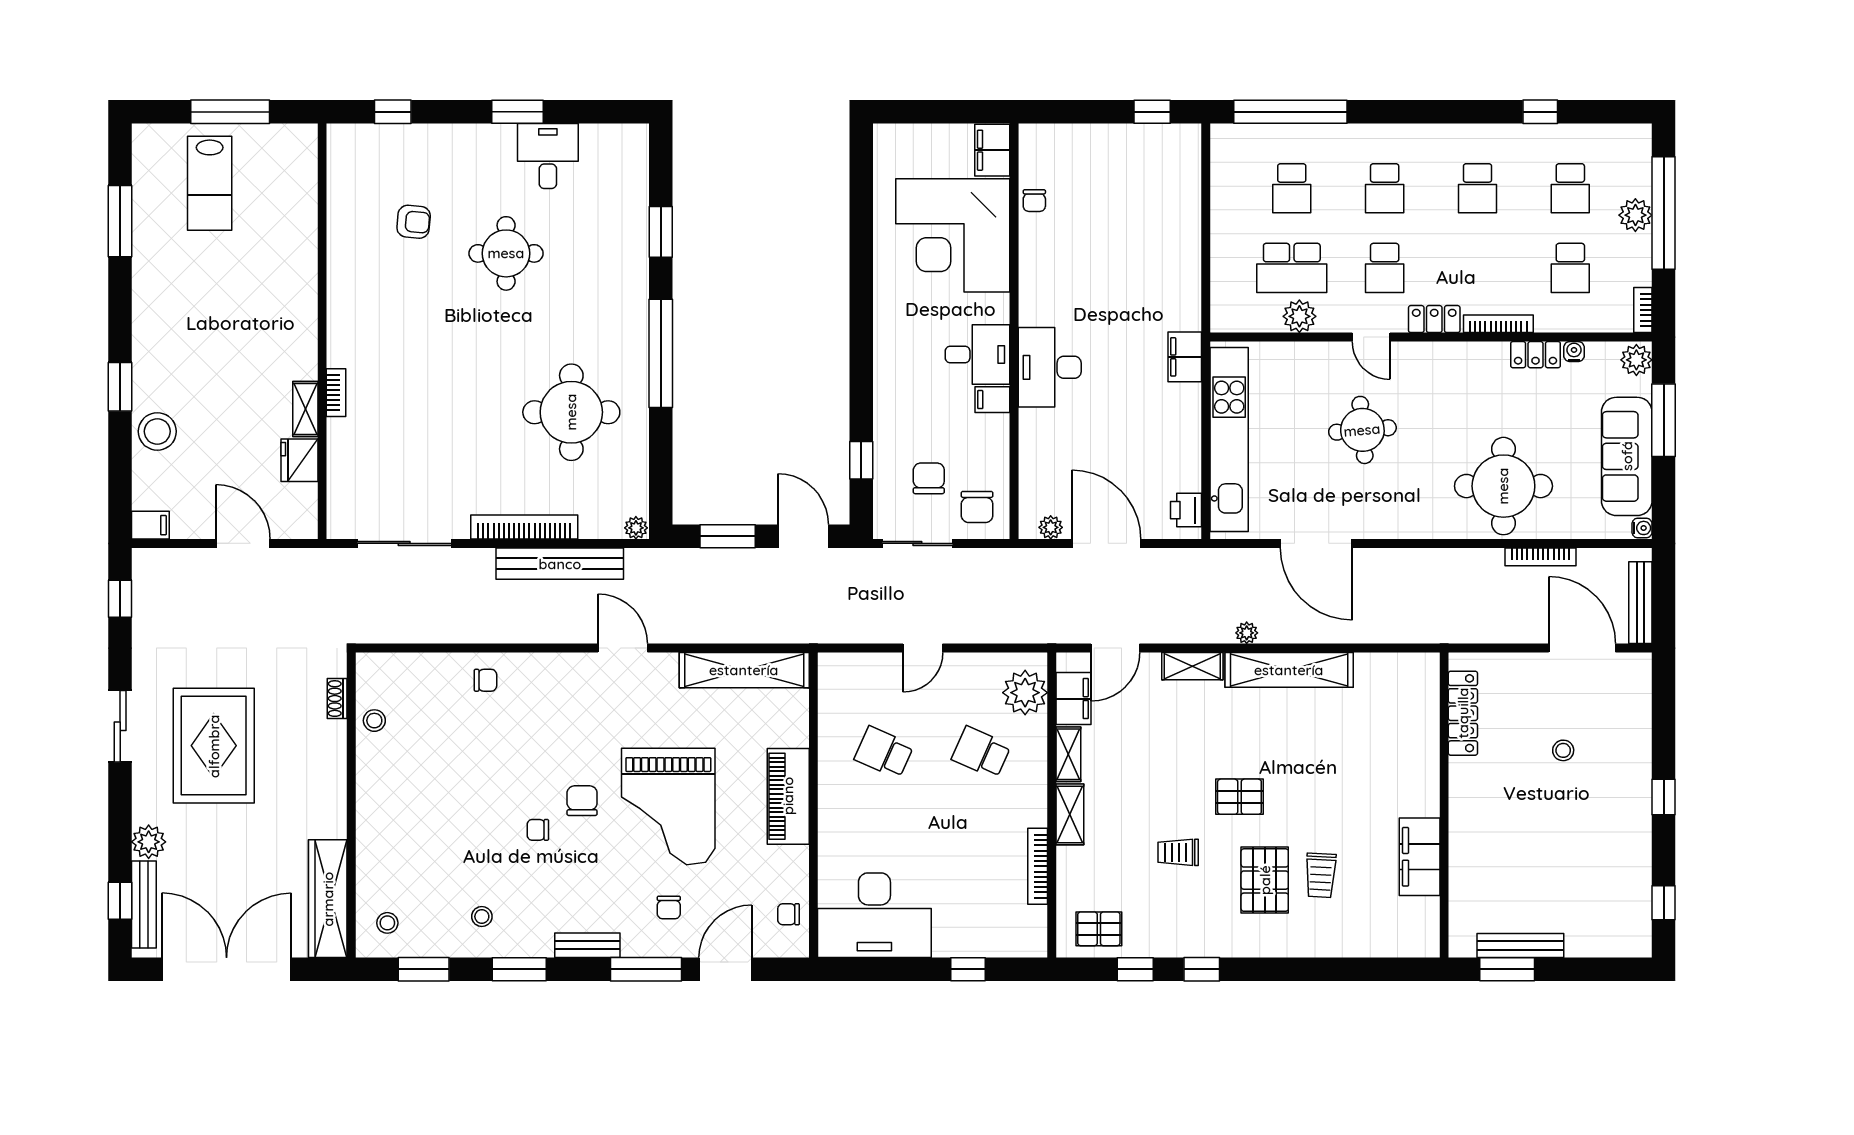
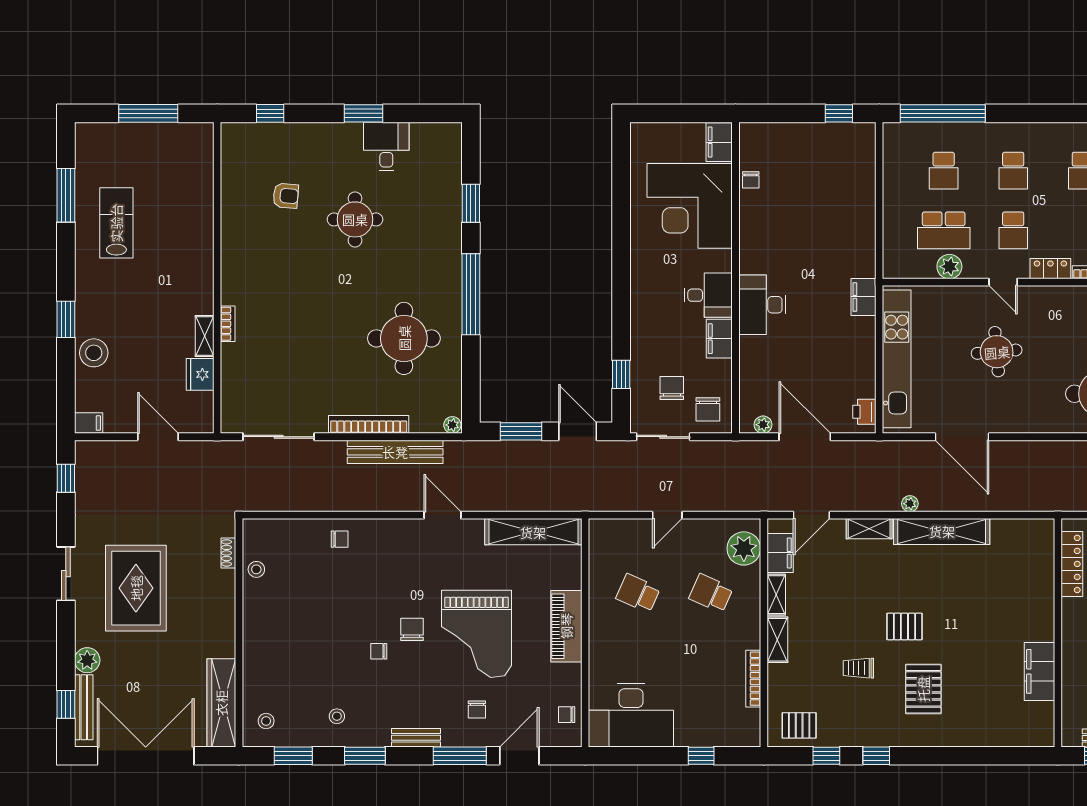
lab bench: (210, 183) -> (116, 223), moved, turned 180
filing cabinet: (992, 400) -> (719, 339), width x2.00
trolley: (1321, 875) -> (965, 685), removed

